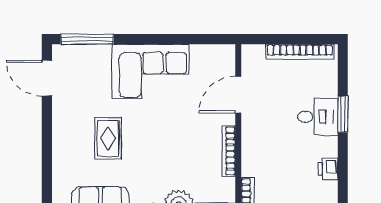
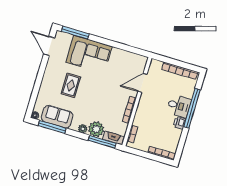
corner sofa: (150, 72) -> (89, 54), moved
window: (343, 114) -> (192, 108), width x2.11
printer: (328, 169) -> (180, 123), moved

